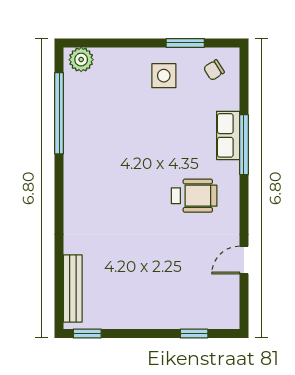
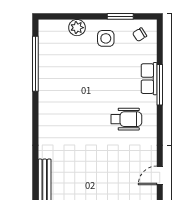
plant: (81, 60) -> (77, 28), moved
door: (244, 260) -> (160, 175), moved

